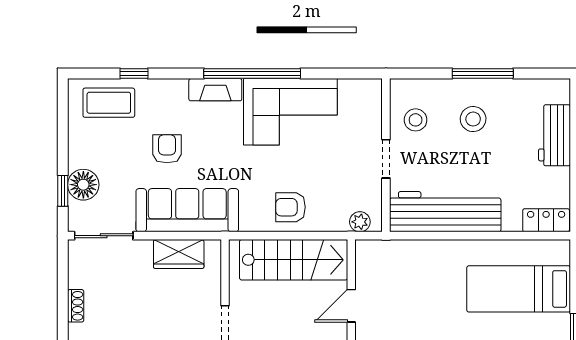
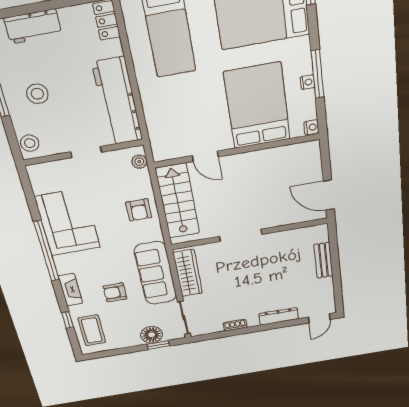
fireplace: (215, 90) -> (70, 290), moved
stool: (416, 120) -> (30, 143), moved
wardrobe: (179, 254) -> (188, 273), width x1.50

